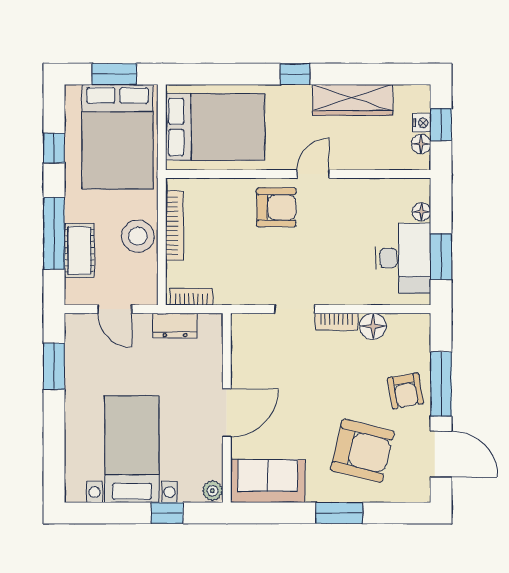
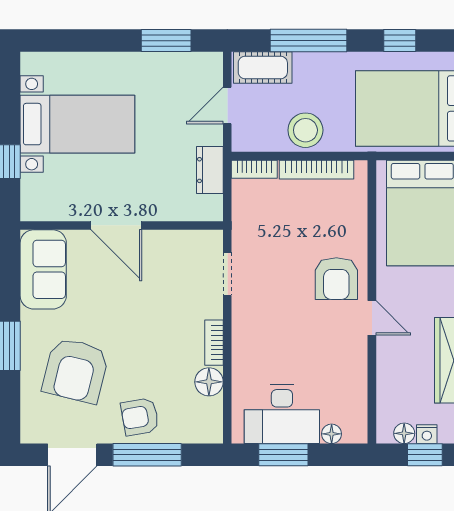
cot: (79, 250) -> (263, 67), moved
bookcase: (191, 297) -> (254, 169), moved, turned 90
doorway: (295, 309) -> (227, 274), moved
plant: (212, 491) -> (33, 210), removed

